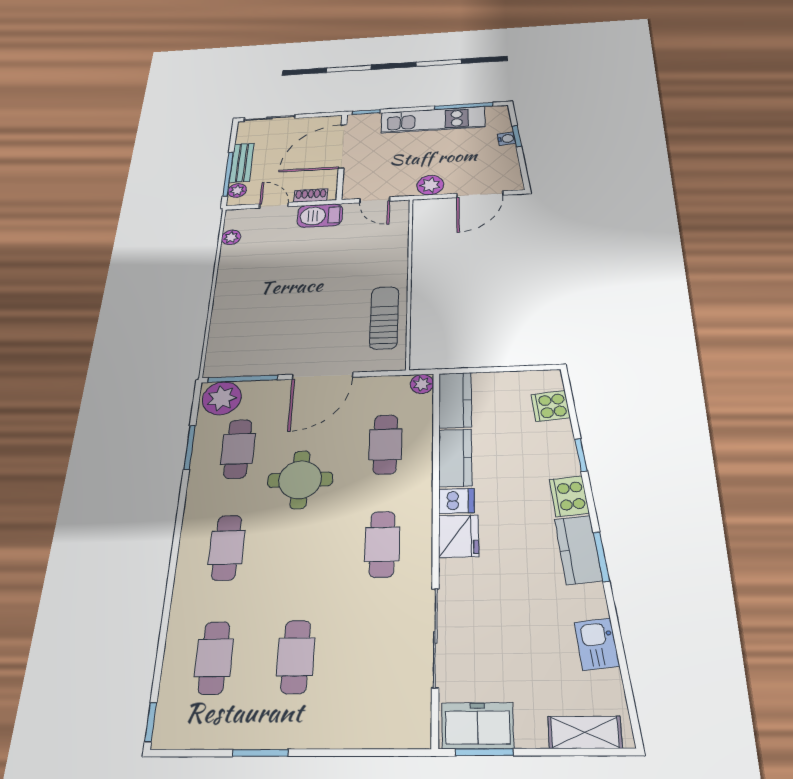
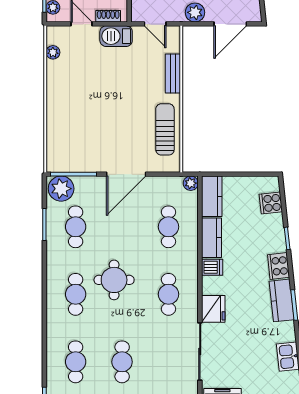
bench: (398, 252) -> (173, 74), added
round table: (300, 480) -> (114, 280), moved
fridge: (459, 536) -> (213, 309), moved

